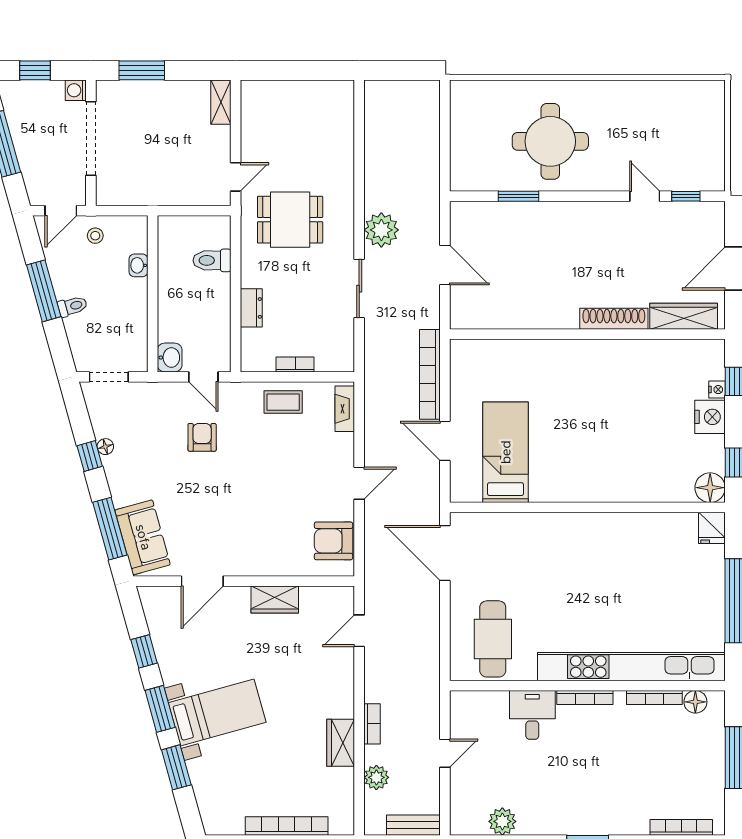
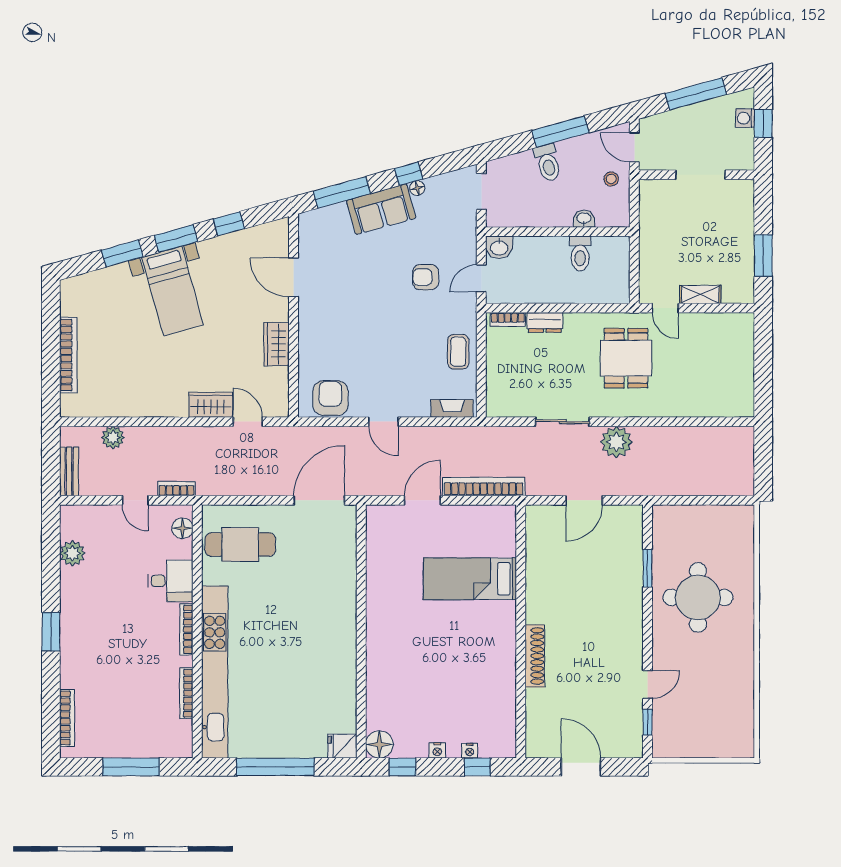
window: (142, 70) -> (763, 256), moved
washing machine: (76, 90) -> (745, 118), moved, turned -90
shelving: (221, 102) -> (700, 295), moved
doorway: (91, 139) -> (701, 175), width x0.73
toilet: (212, 260) -> (580, 253), moved, turned 180
toilet: (72, 306) -> (548, 163), width x1.37, depth x1.39
wardrobe: (684, 316) -> (537, 720), removed
bookcase: (295, 364) -> (508, 319), moved, turned 90
nightstand: (710, 417) -> (437, 750), width x0.53, depth x0.56
armchair: (202, 437) -> (426, 277), turned 180
bed: (506, 452) -> (470, 579), moved, turned 180
sofa: (143, 537) -> (381, 209), moved
floor lamp: (695, 702) -> (182, 528), moved
bookcase: (372, 724) -> (177, 489), moved, turned 180
wardrobe: (341, 743) -> (211, 405), moved

